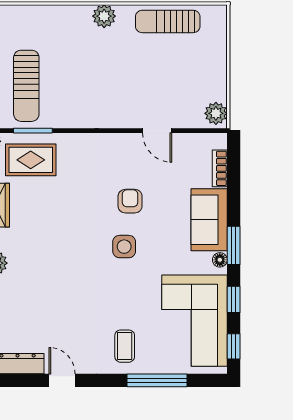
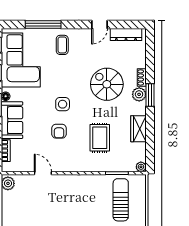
rug: (31, 160) -> (100, 138), moved, turned 90
spiral stairs: (50, 280) -> (107, 84), added
door: (62, 380) -> (99, 24), hinge flipped

